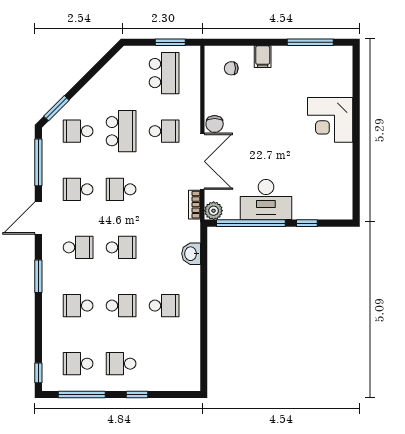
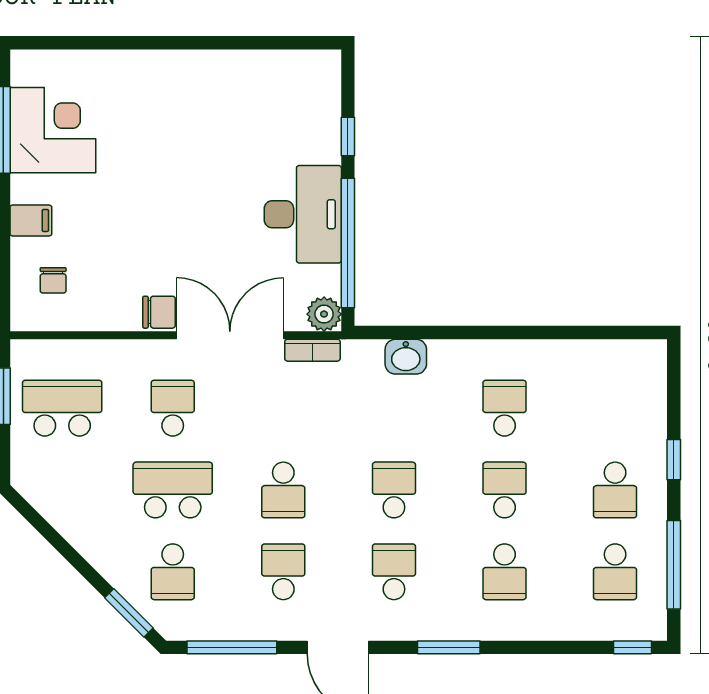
corner desk: (330, 120) -> (53, 130), moved, turned -90
school desk: (78, 189) -> (283, 572), turned 180

